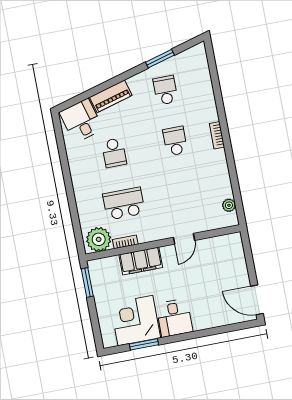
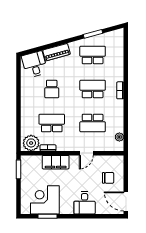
school desk: (165, 90) -> (93, 55), width x1.85
school desk: (175, 141) -> (93, 89), width x1.85
school desk: (185, 192) -> (93, 123), added
chair: (224, 270) -> (108, 178), added
desk: (174, 318) -> (85, 203), moved

